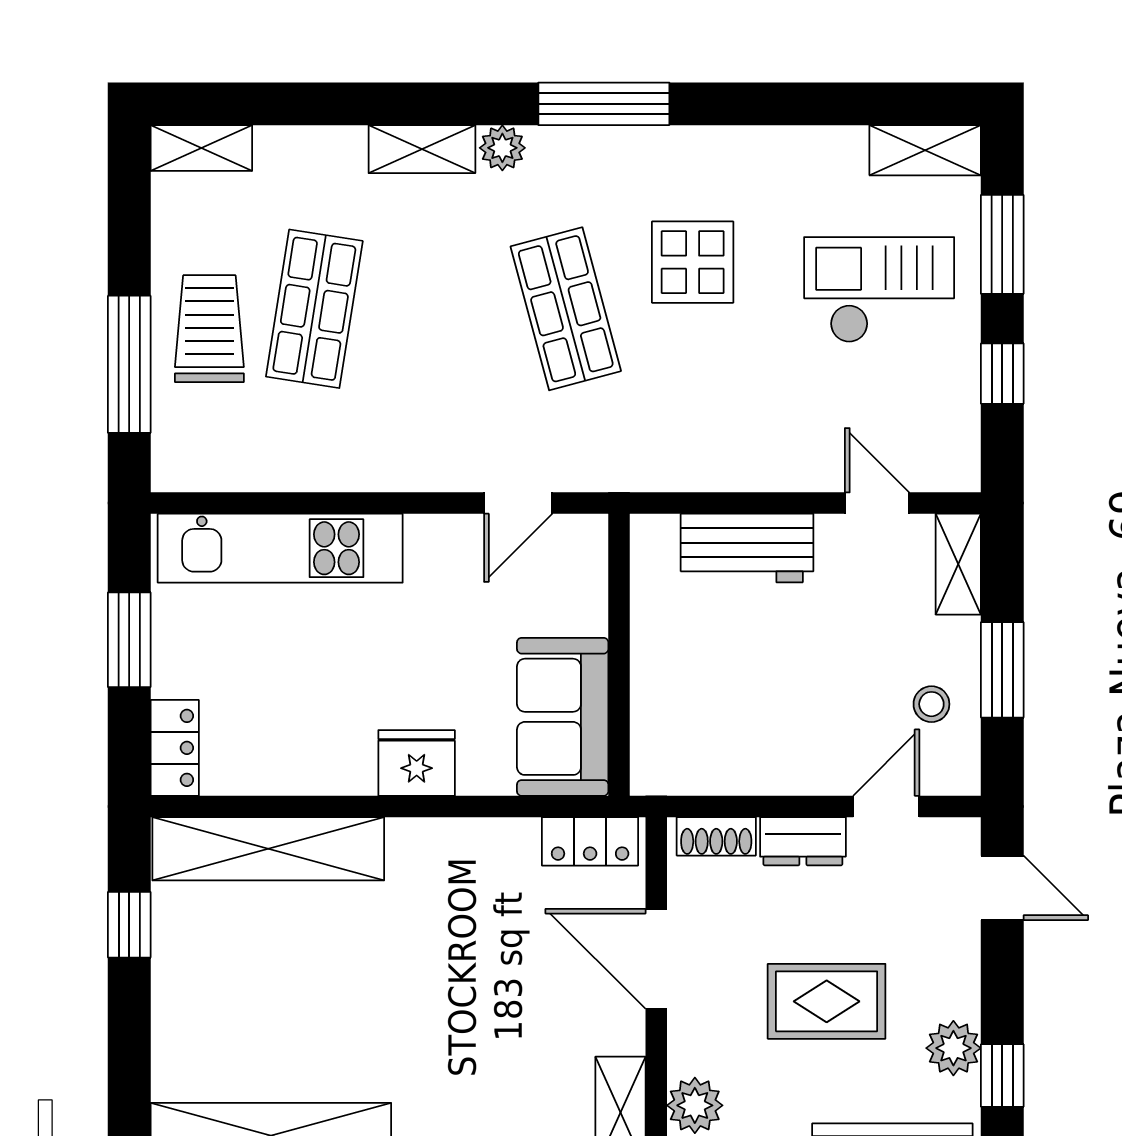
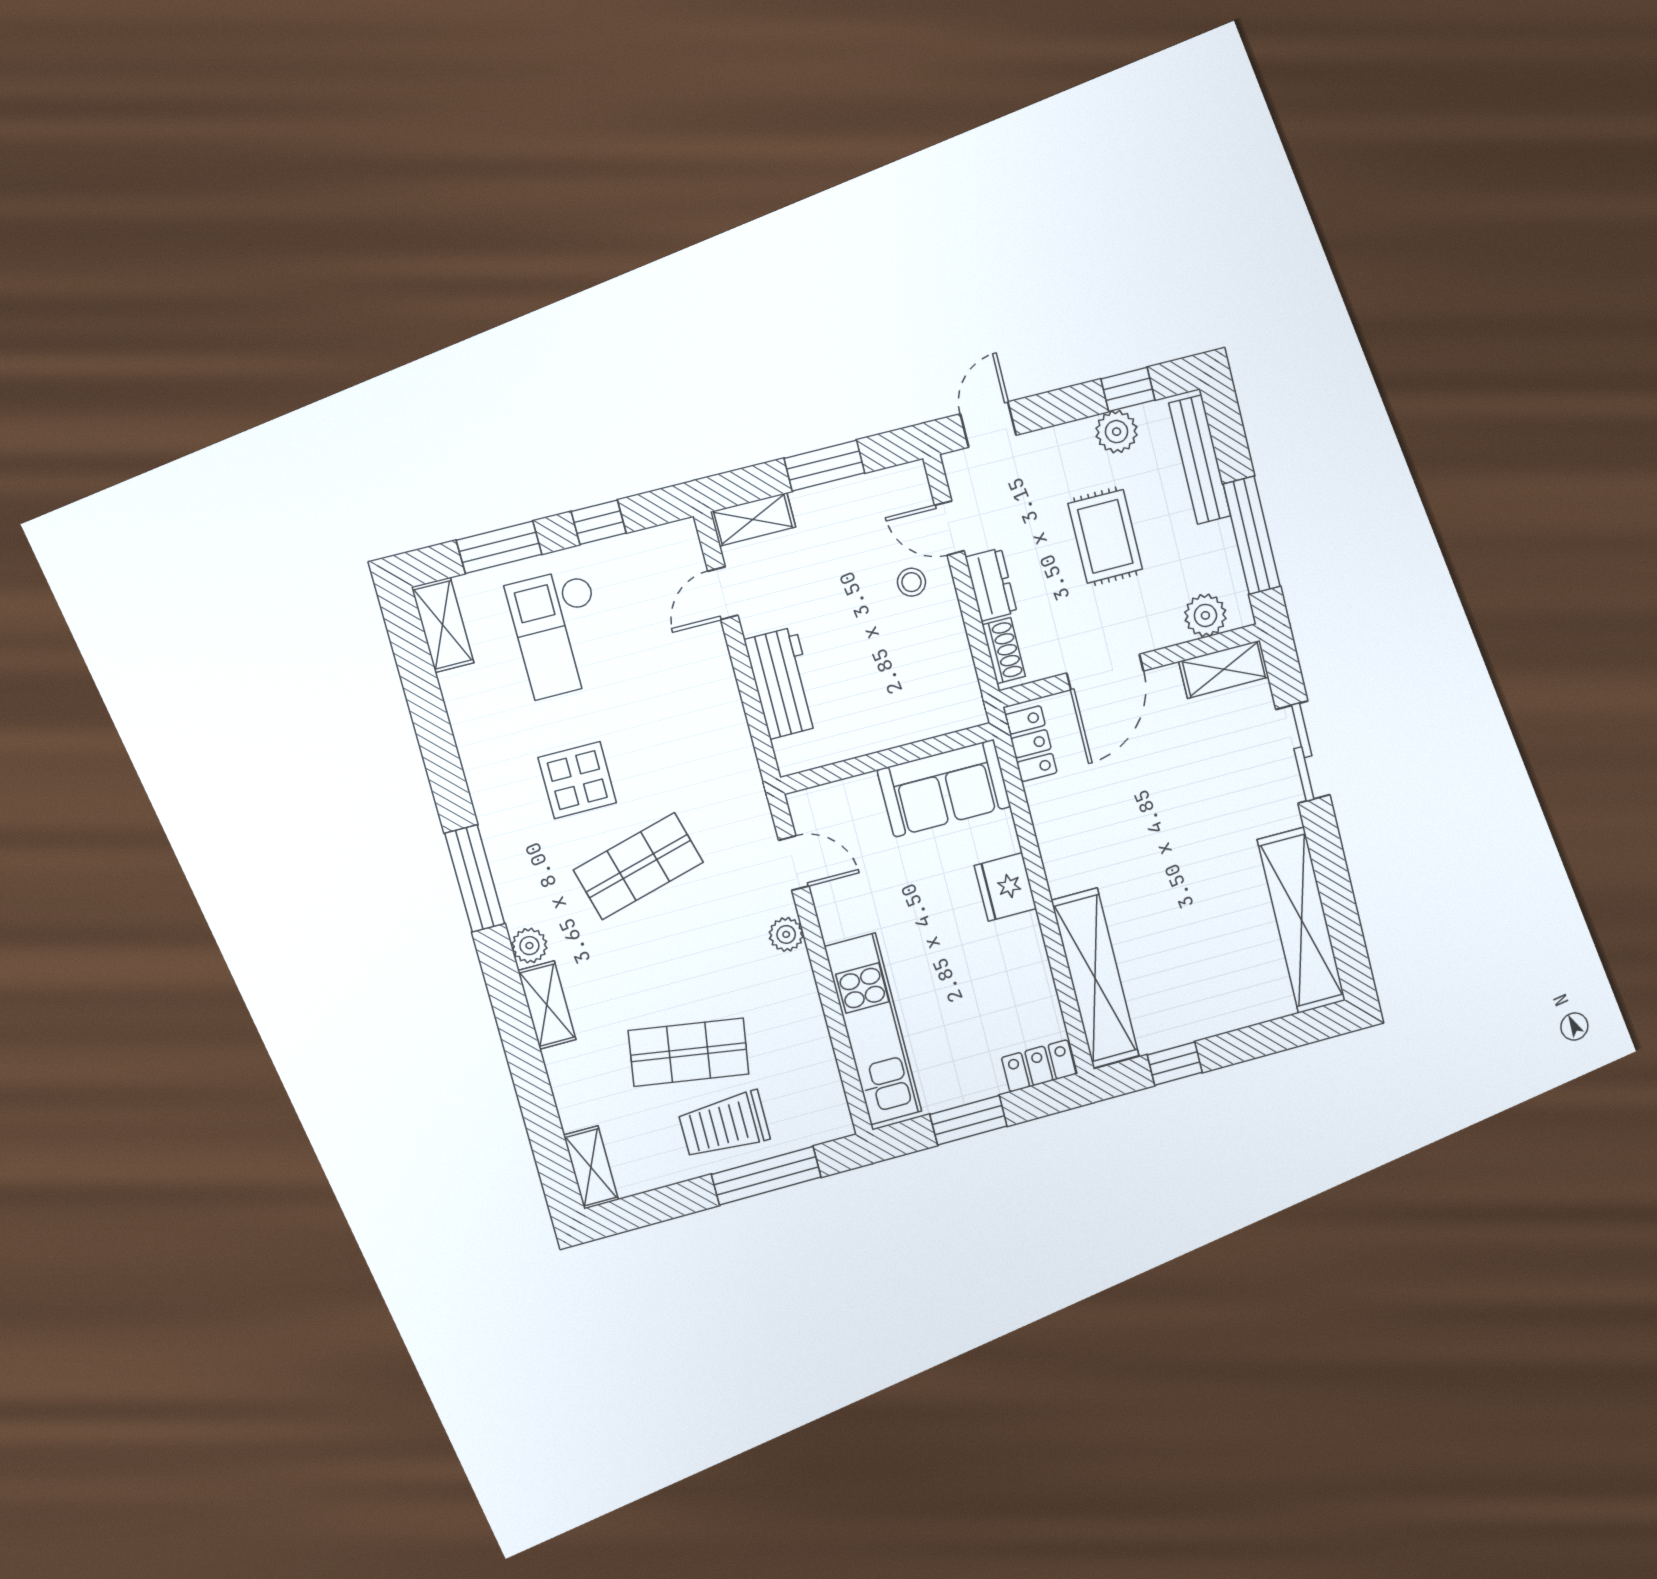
plant: (431, 470) -> (786, 934), added
stool: (931, 704) -> (911, 582), moved

